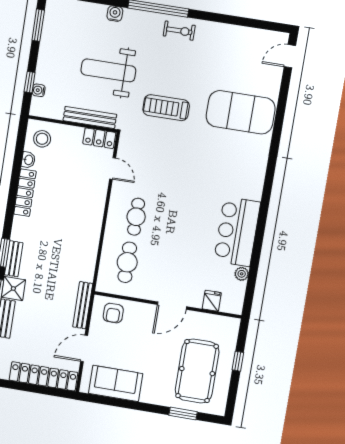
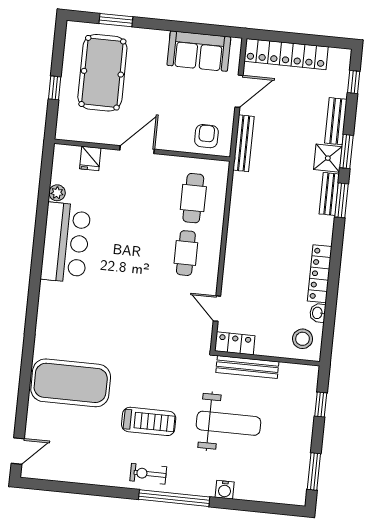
water cooler: (39, 90) -> (310, 396), removed
treadmill: (166, 108) -> (149, 421), moved

